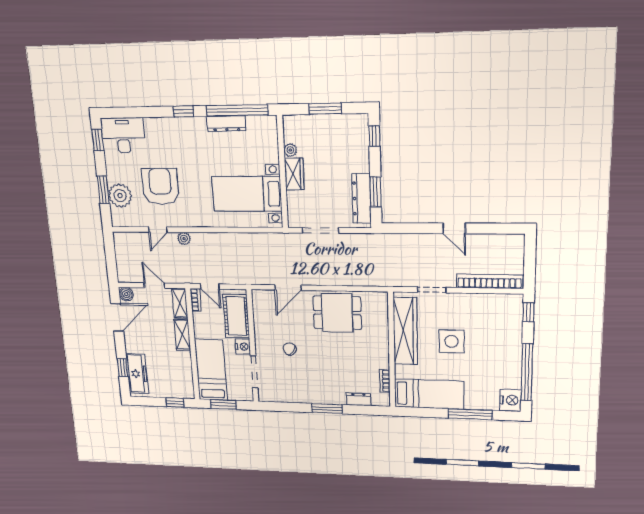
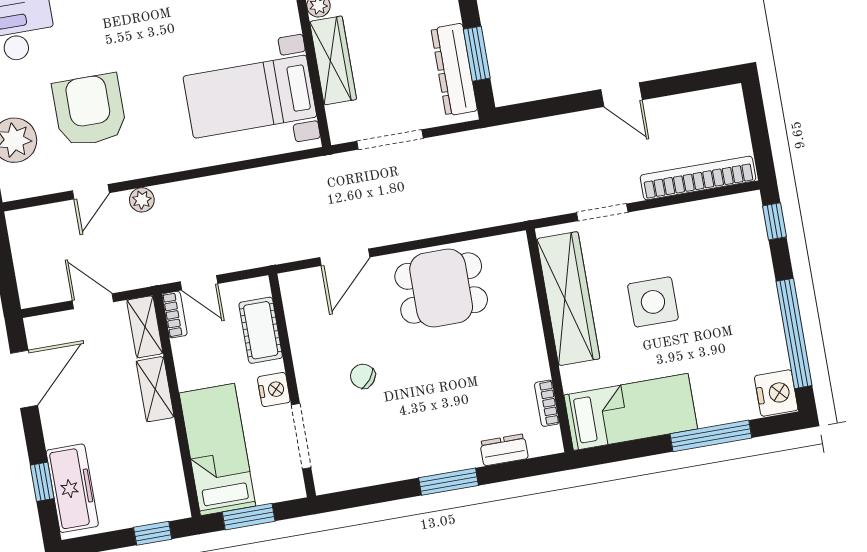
wardrobe: (294, 174) -> (333, 60), width x1.50
boiler: (126, 294) -> (39, 329), removed
cot: (236, 316) -> (261, 330), width x0.73, depth x0.75

